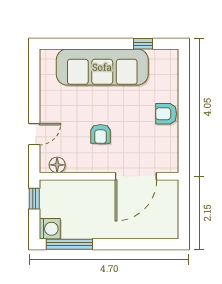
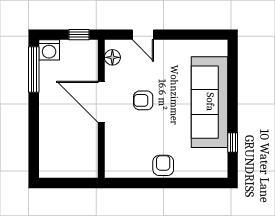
door: (136, 176) -> (101, 102), moved

